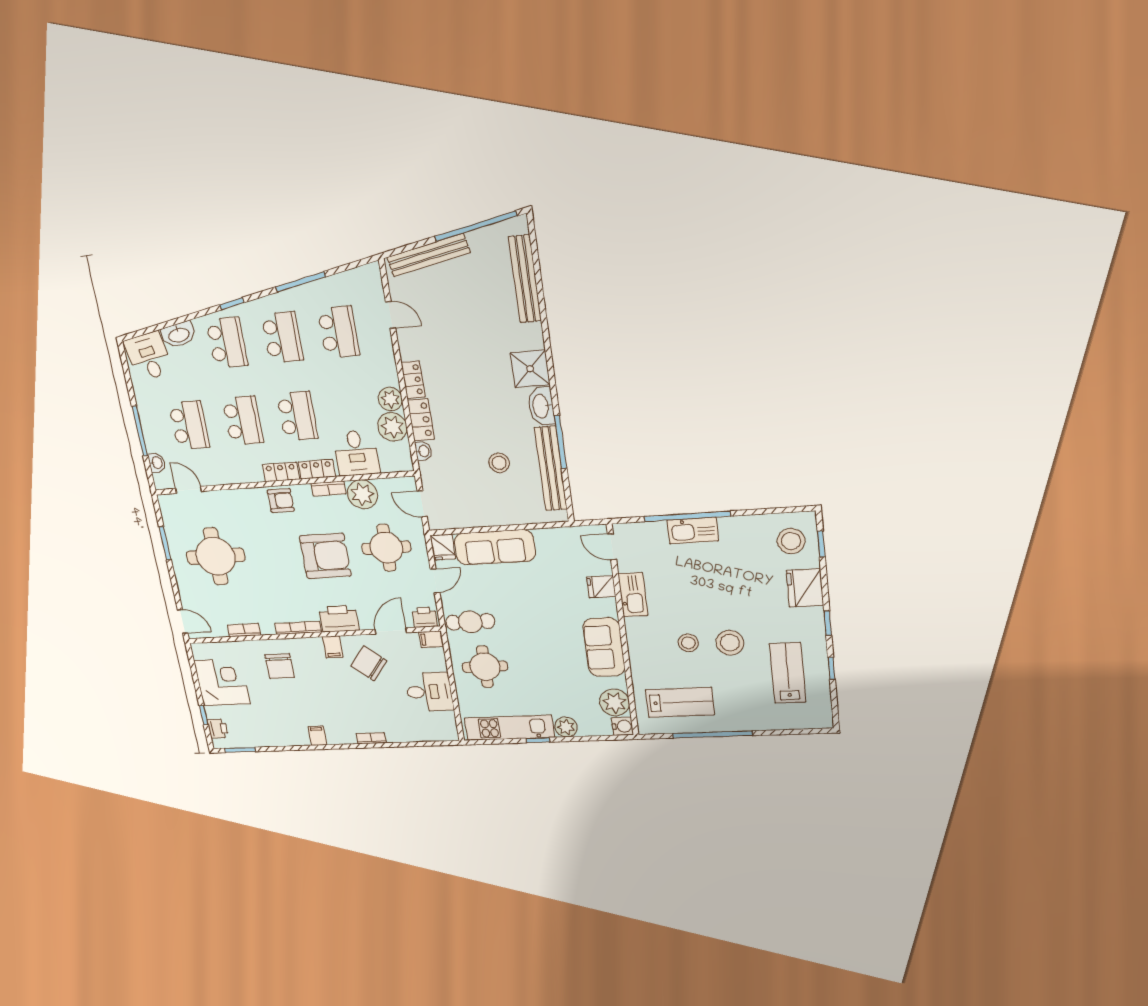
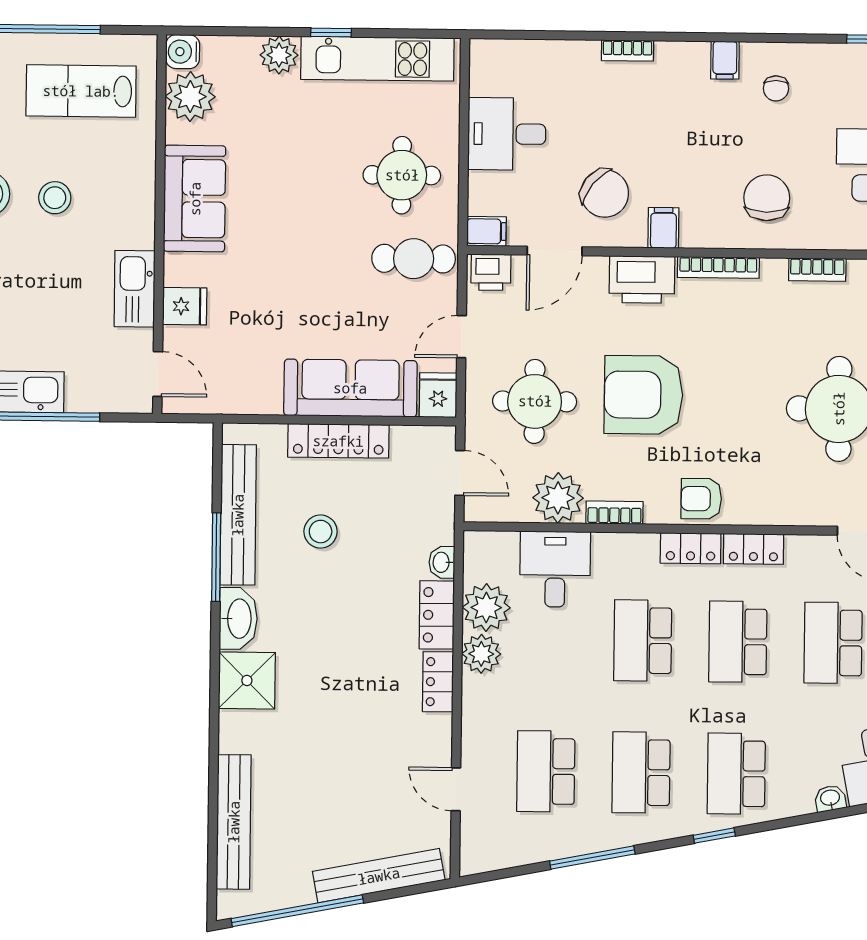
washbasin: (179, 335) -> (830, 798), width x0.52, depth x0.69
locker: (317, 469) -> (754, 549), moved
locker: (497, 517) -> (338, 441), added
chair: (287, 723) -> (776, 88), added

